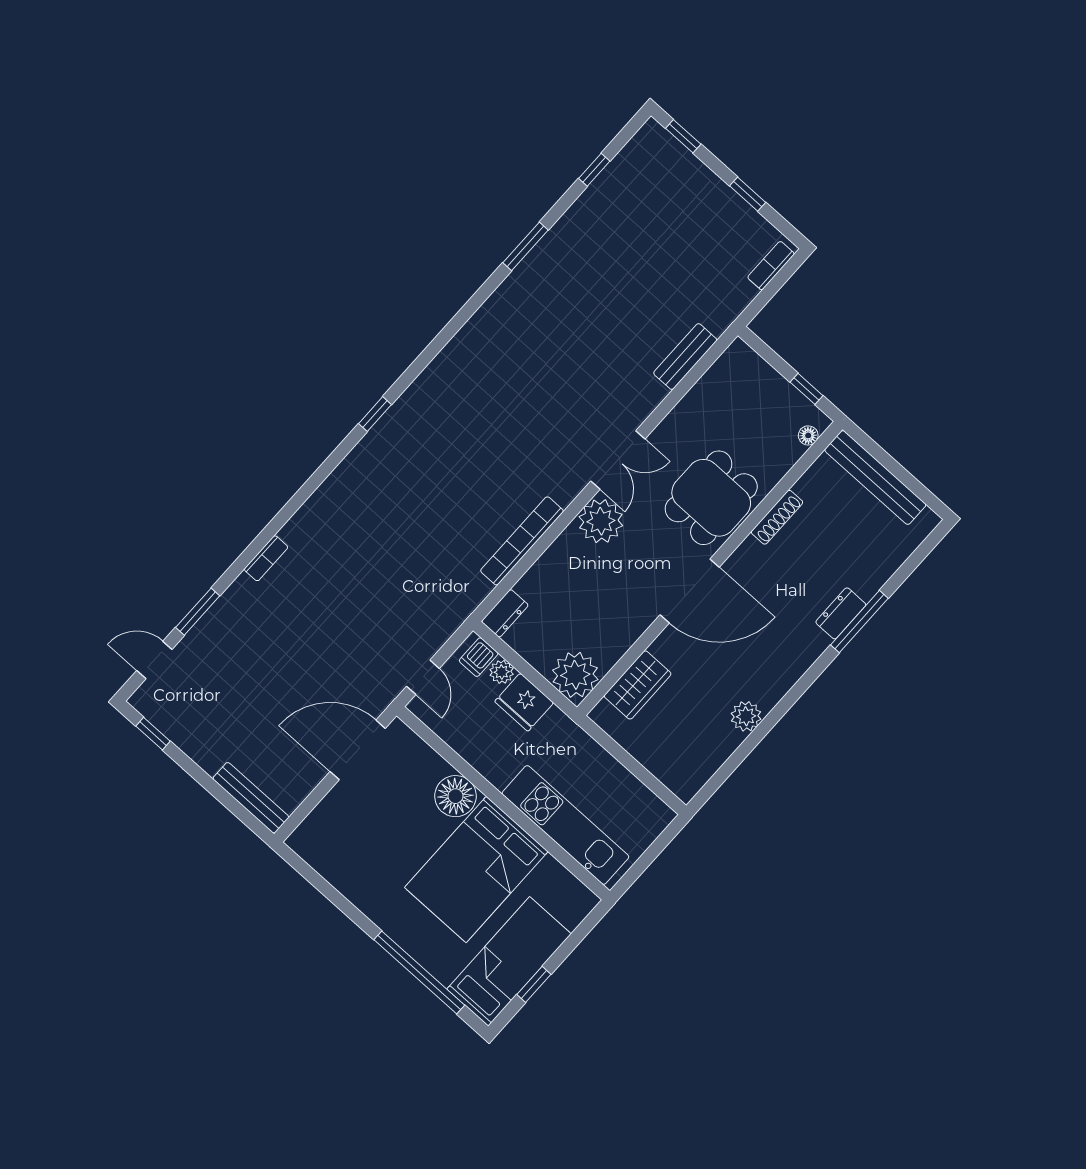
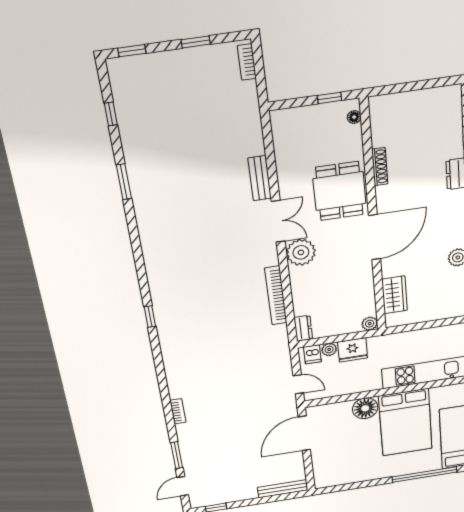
bench: (685, 357) -> (260, 178), moved
bench: (875, 477) -> (408, 100), removed
plant: (575, 675) -> (370, 324), width x0.53, depth x0.53

